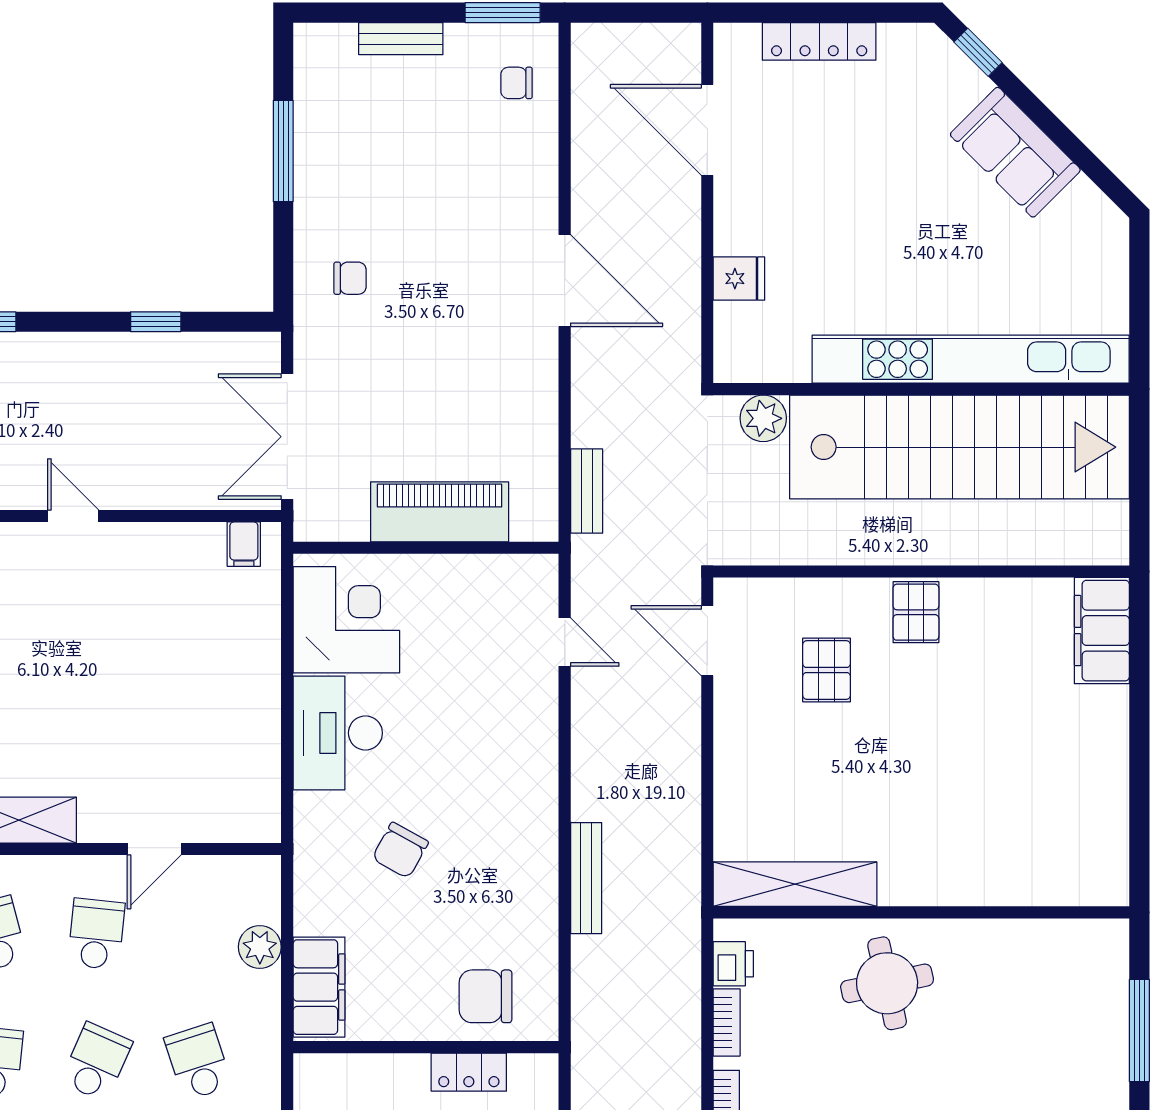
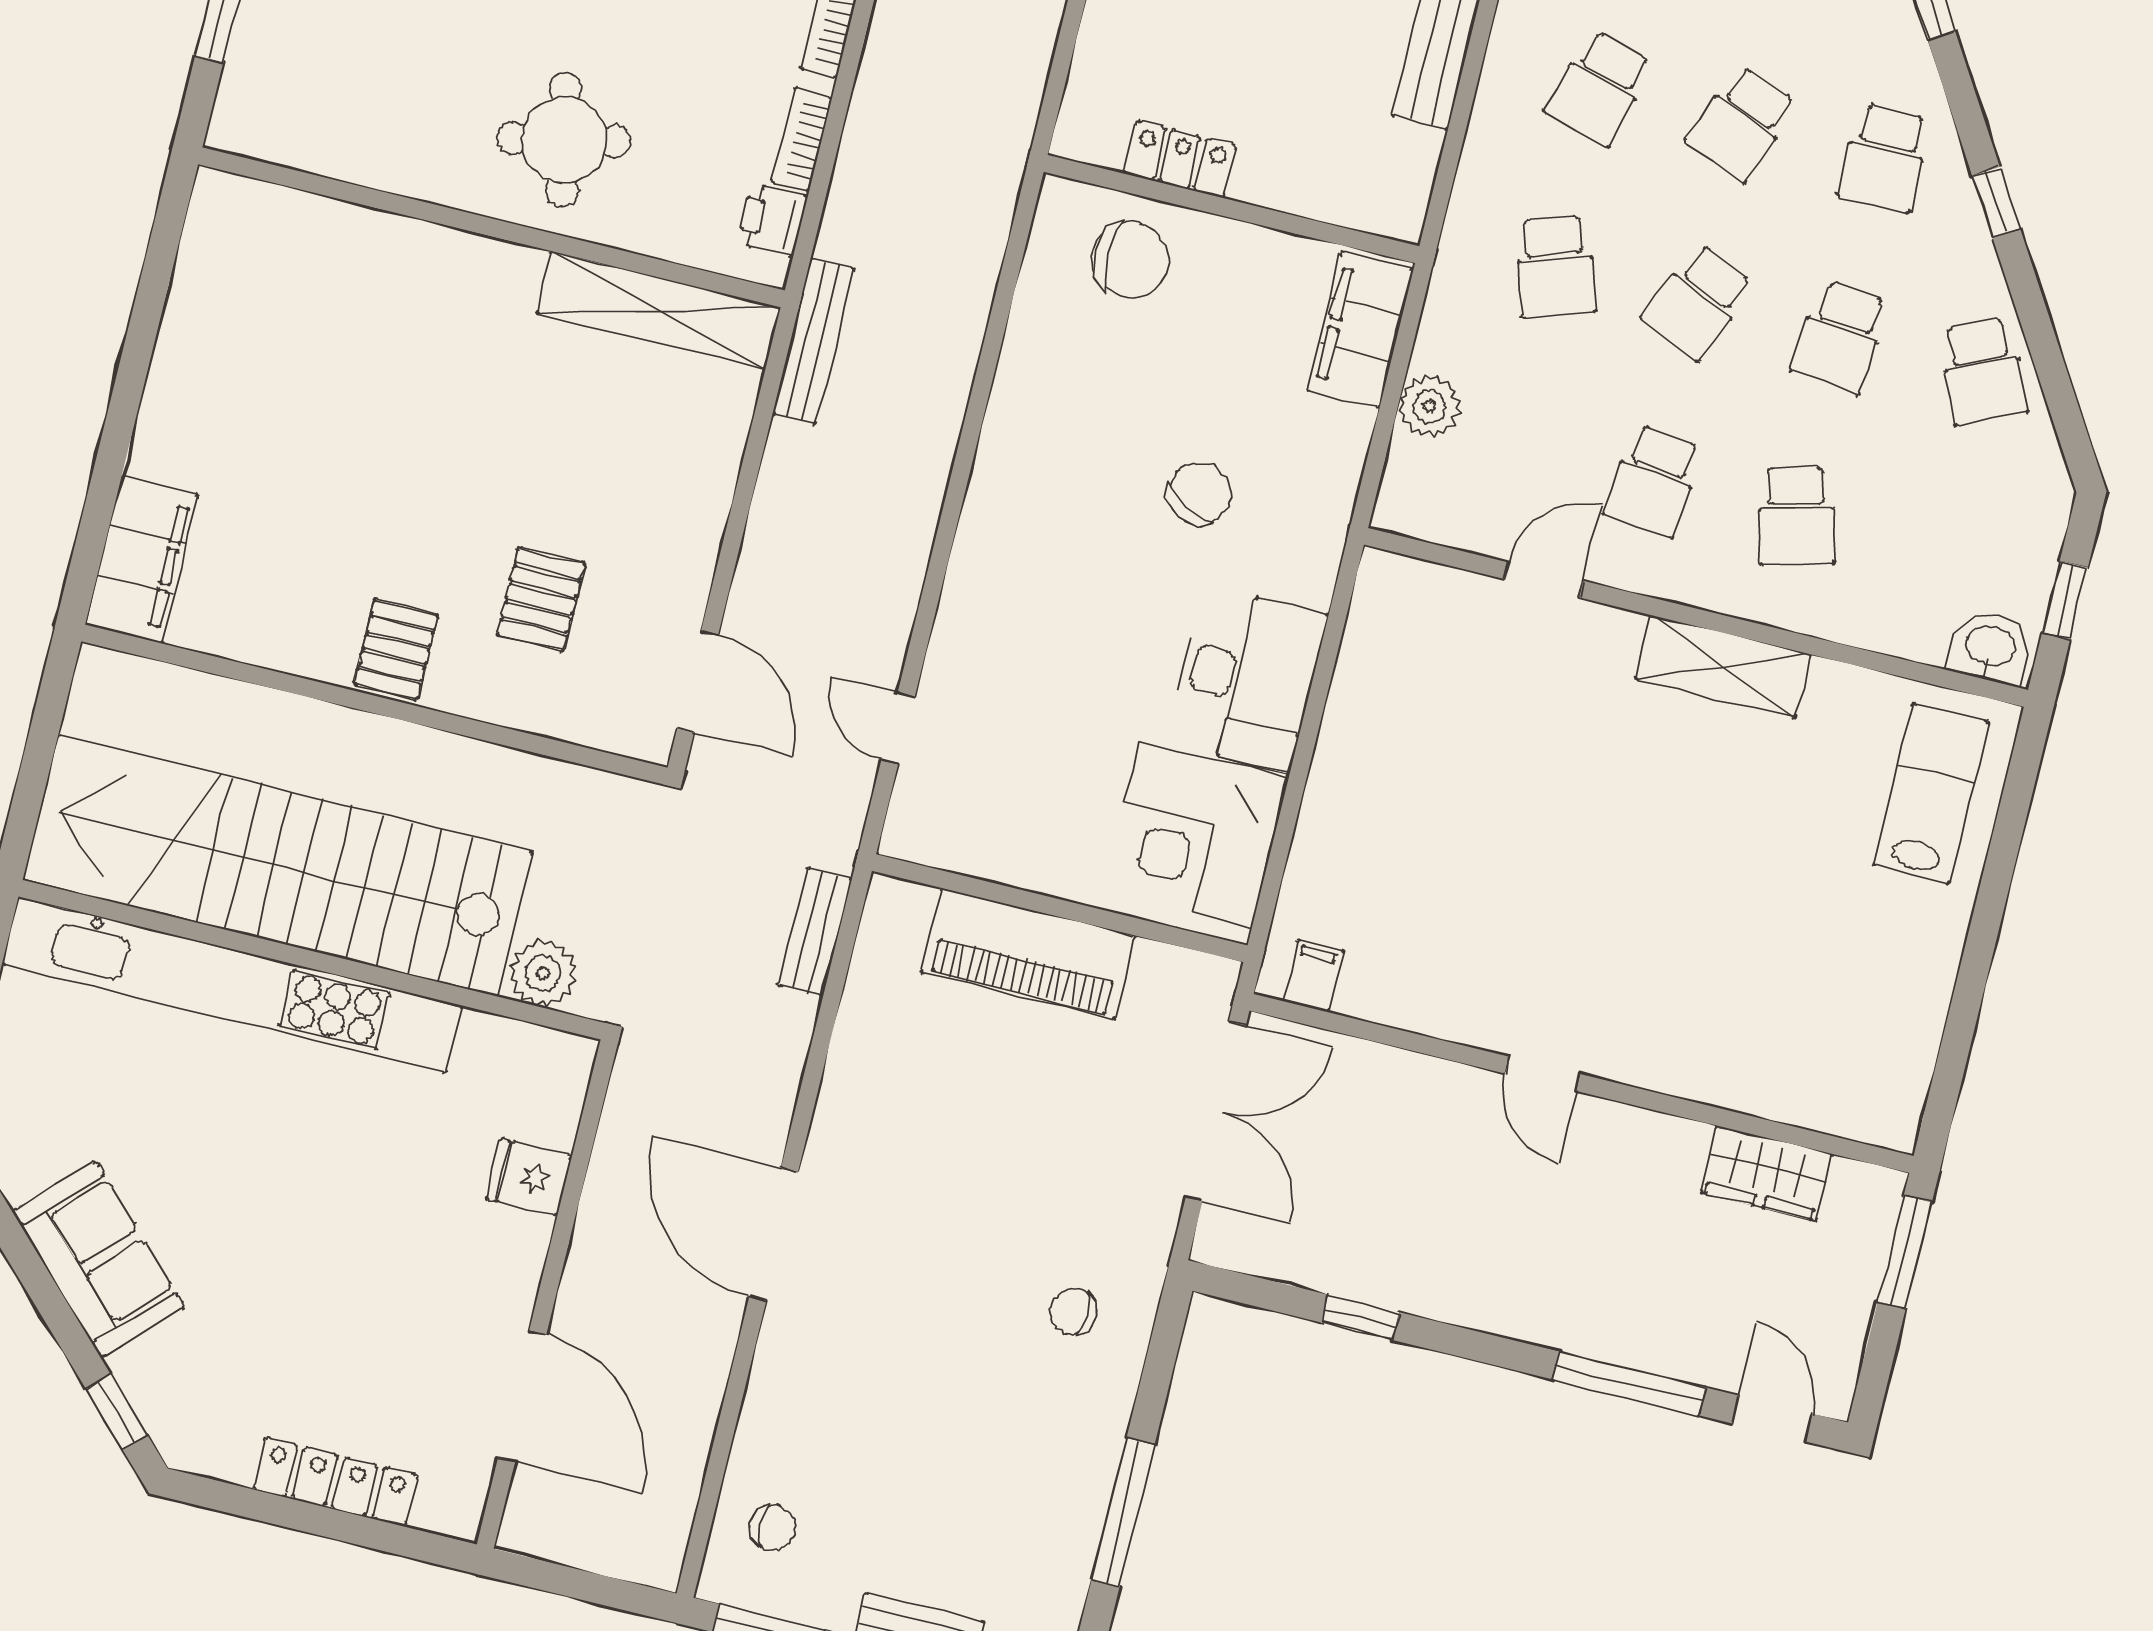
bench: (586, 878) -> (813, 341), moved

